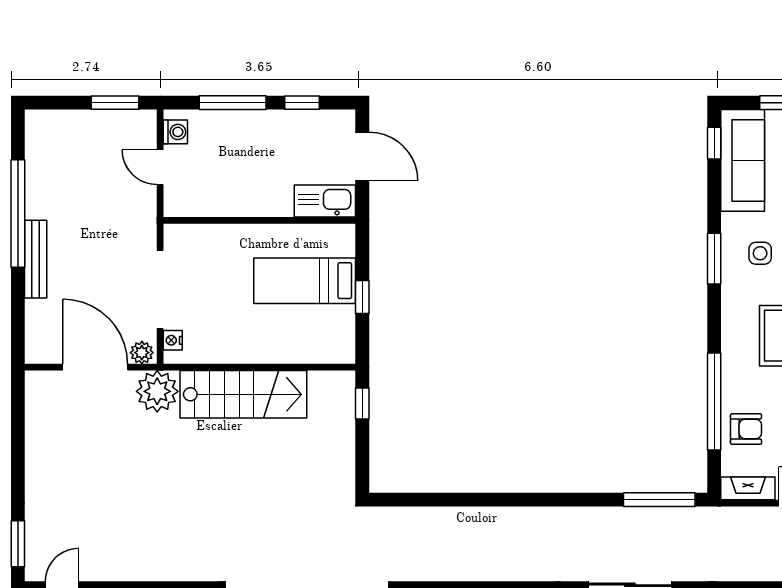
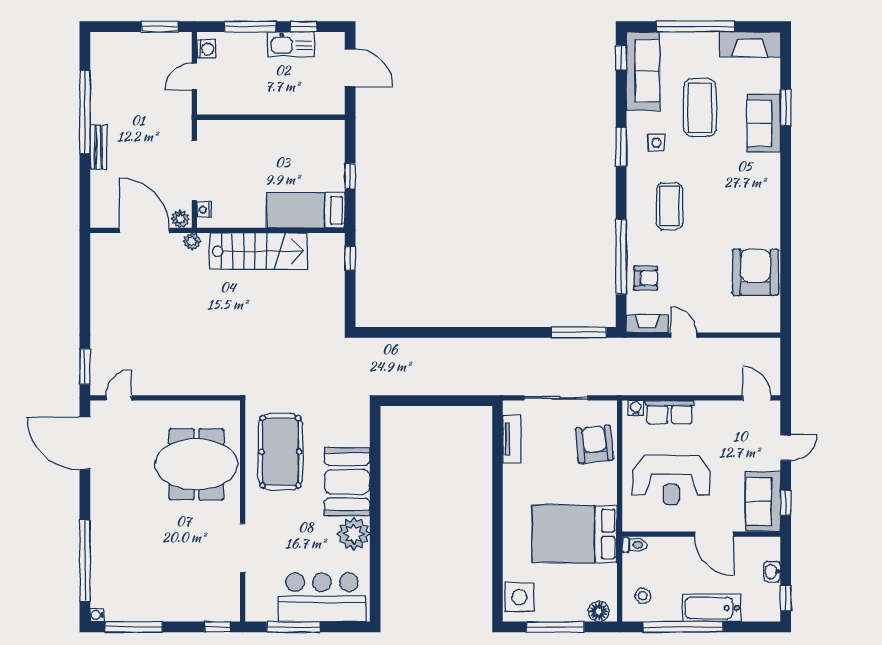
door: (160, 167) -> (194, 76), hinge flipped
kitchen sink: (325, 201) -> (291, 44), moved, turned 180
bench: (36, 259) -> (98, 147), width x0.73
bed: (305, 281) -> (306, 210), moved
plant: (157, 391) -> (192, 241), width x0.53, depth x0.53

